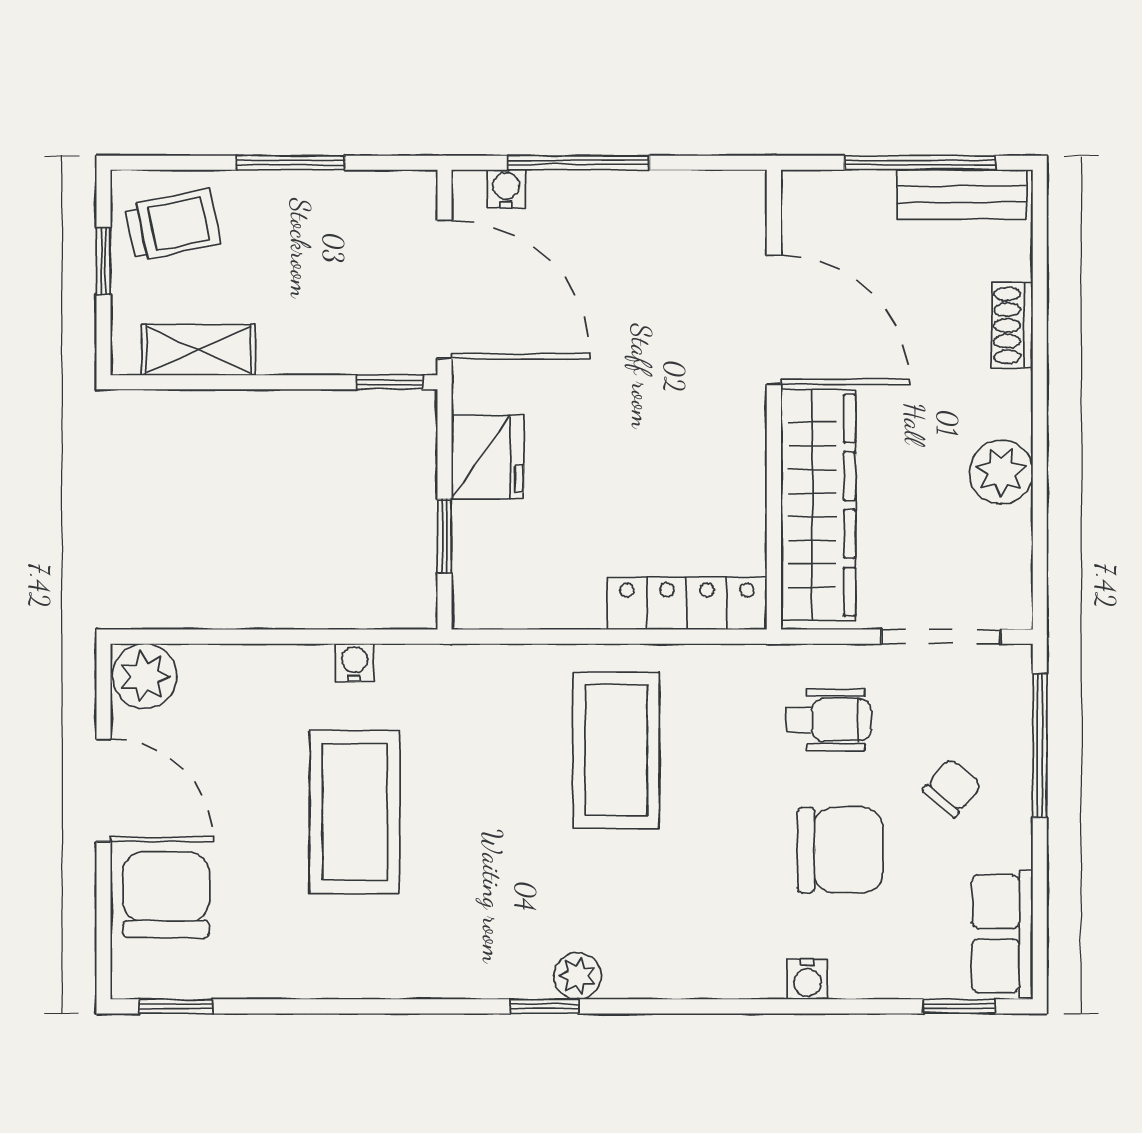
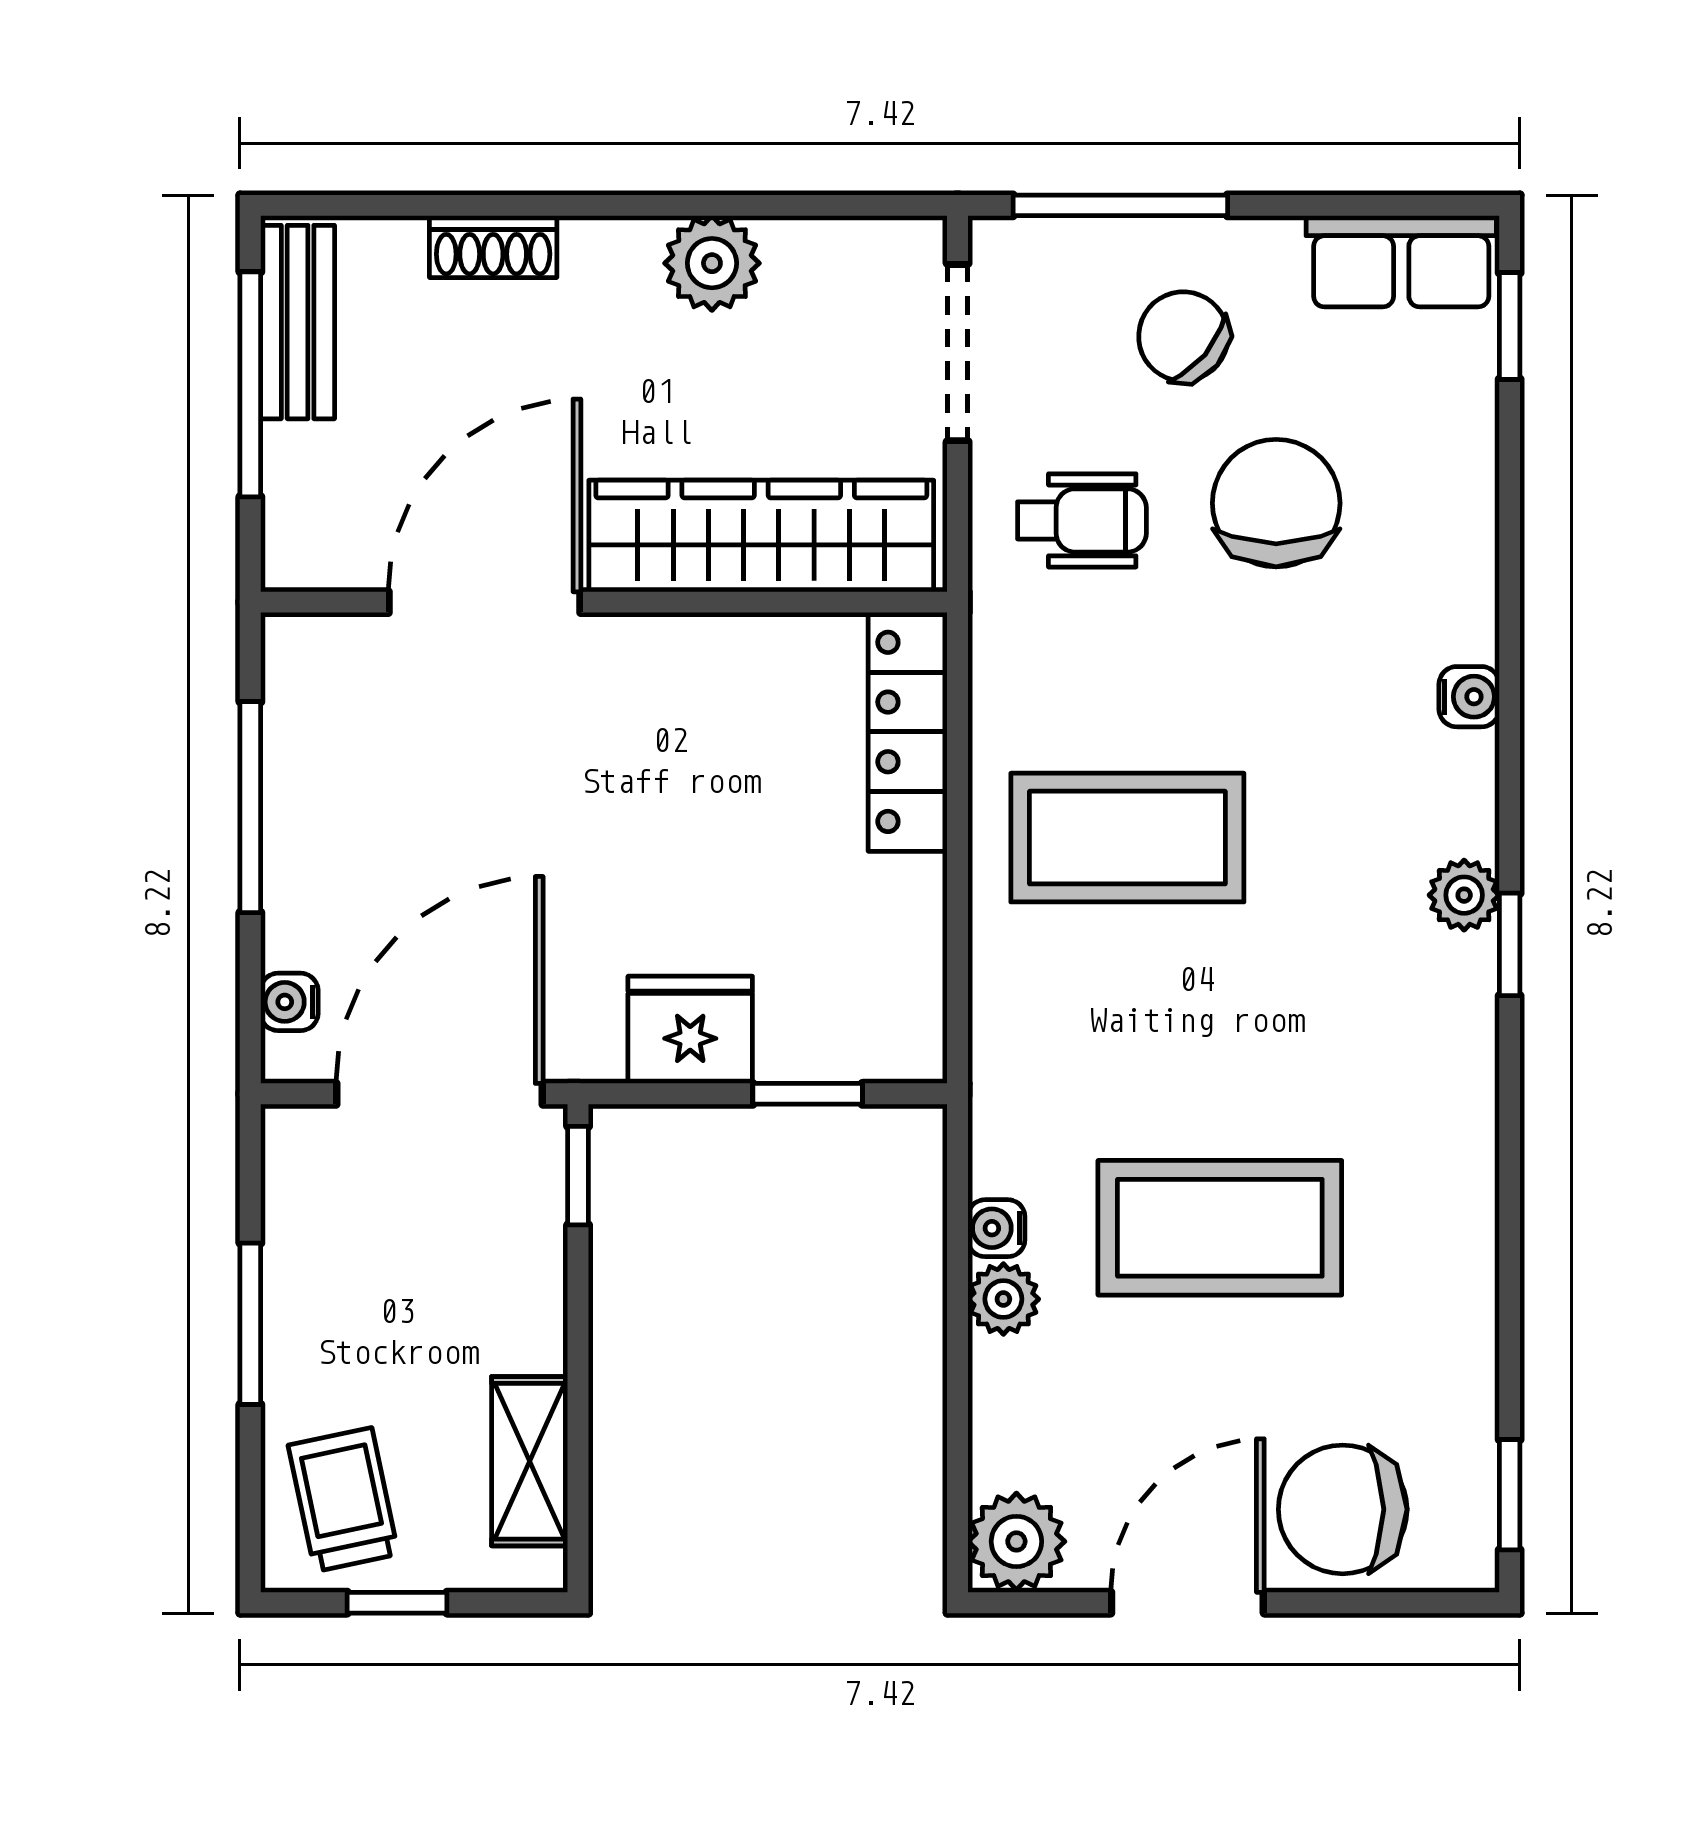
window: (579, 163) -> (250, 807), moved
plant: (307, 667) -> (1003, 1299), added
wheelchair: (829, 720) -> (1082, 520), turned 90
chair: (952, 788) -> (1183, 336), width x1.37, depth x1.37
water cooler: (807, 979) -> (1469, 697), moved

